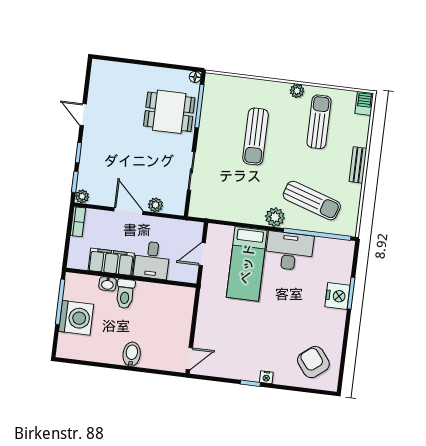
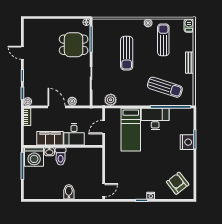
plant: (275, 217) -> (111, 100), moved
washing machine: (76, 318) -> (34, 157), moved, turned 90

